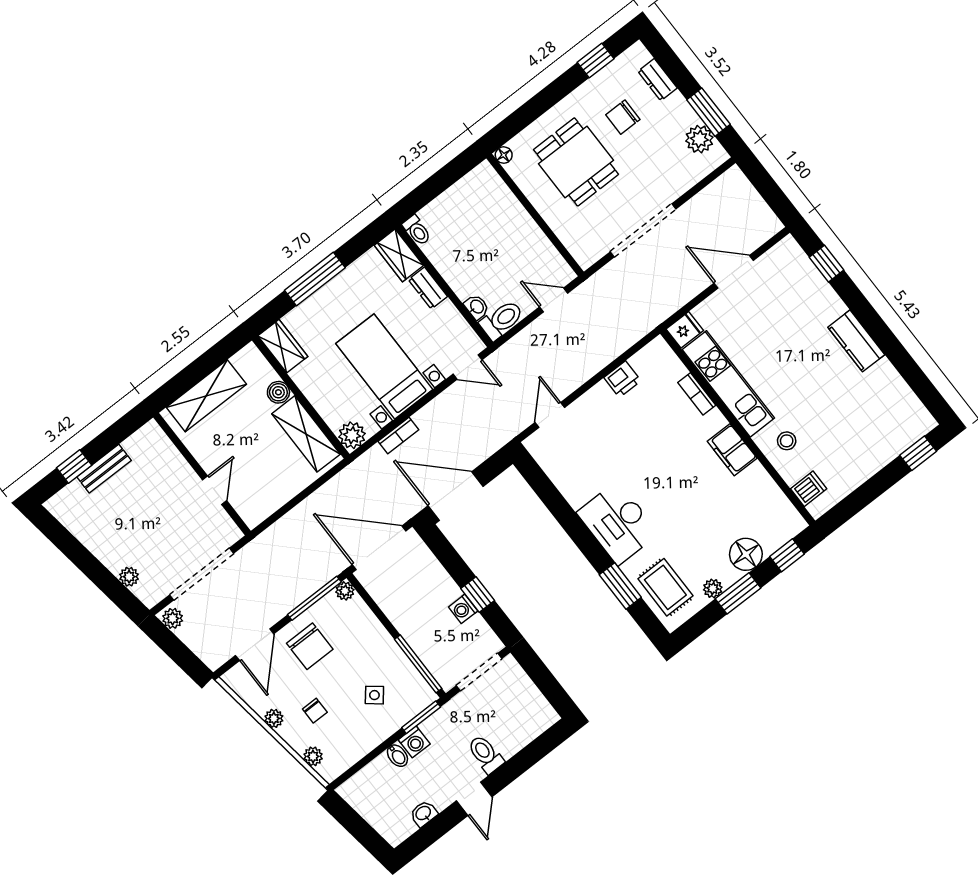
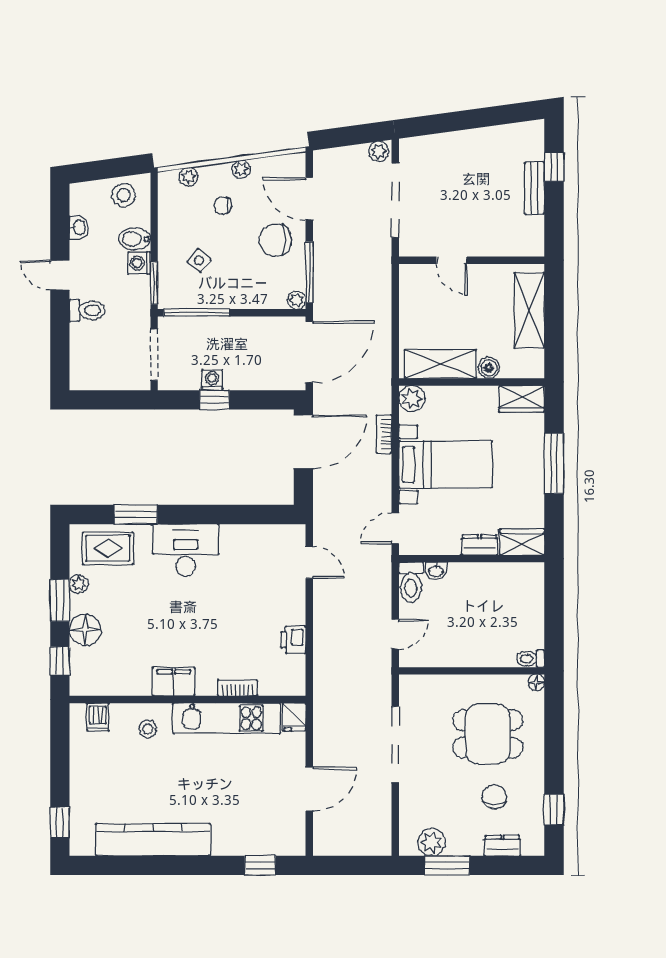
toilet: (417, 230) -> (530, 659), moved
kitchen counter: (856, 341) -> (153, 840), width x2.08, depth x1.17
plant: (129, 577) -> (437, 143), removed
bidet: (397, 756) -> (135, 239), width x1.38, depth x1.36
stool: (369, 798) -> (124, 195), added

